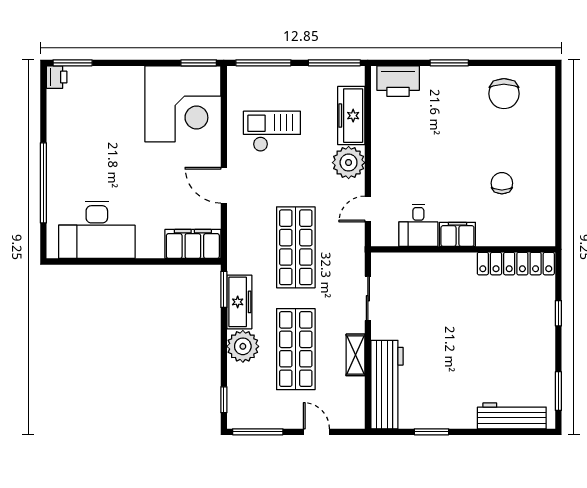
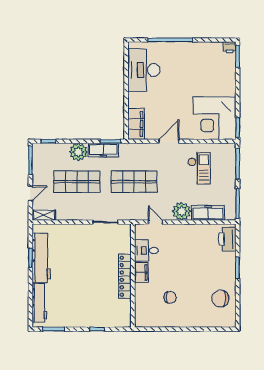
locker: (516, 264) -> (125, 276), moved
shelving: (355, 355) -> (44, 215), moved
workbench: (387, 385) -> (41, 258), moved, turned -90

